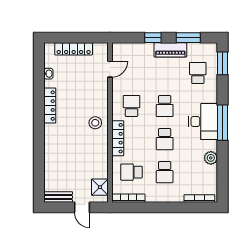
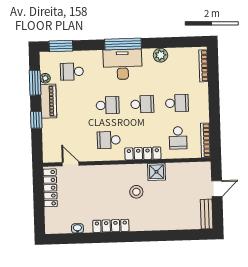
plant: (192, 47) -> (45, 78), added
locker: (74, 49) -> (50, 188), moved
stool: (95, 123) -> (136, 192), moved
shower: (100, 187) -> (156, 172), moved

